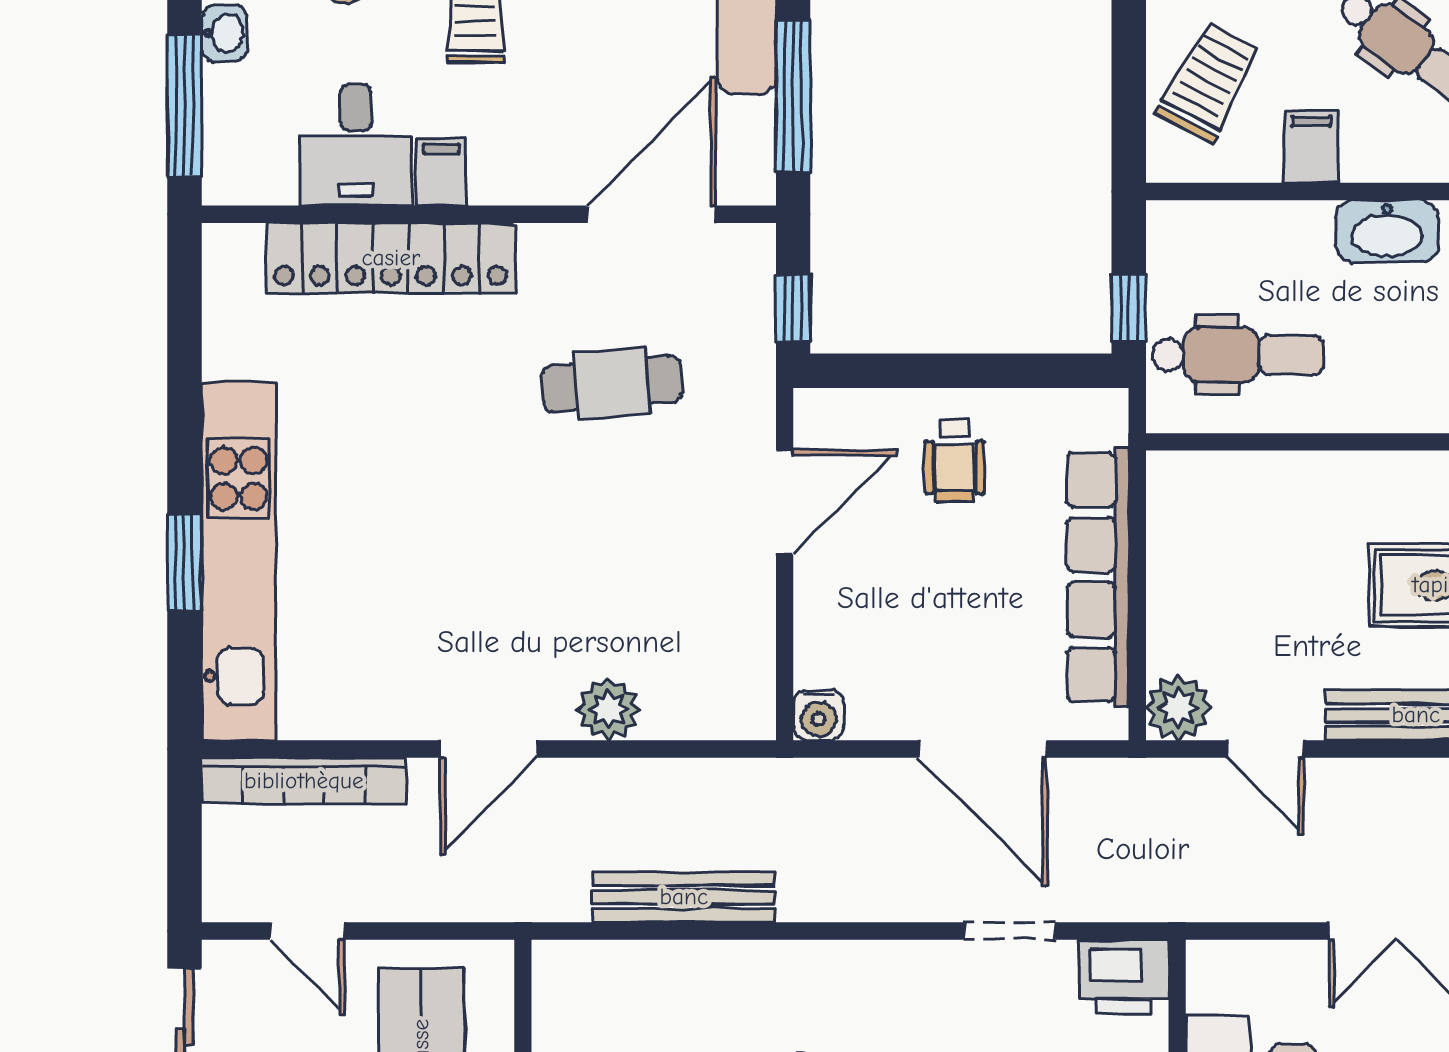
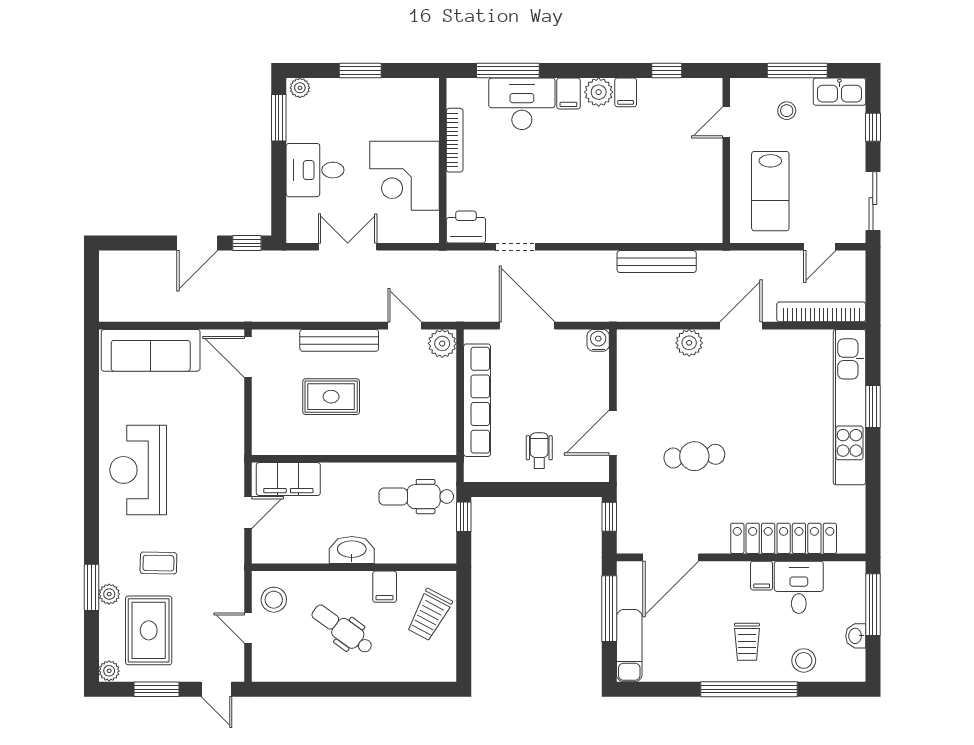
cafe table: (612, 384) -> (694, 456), moved
door: (307, 931) -> (820, 247), swing flipped

